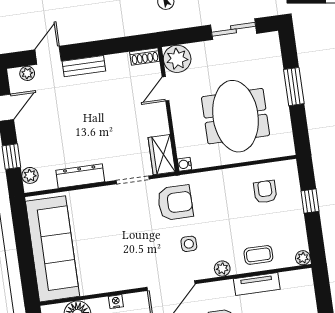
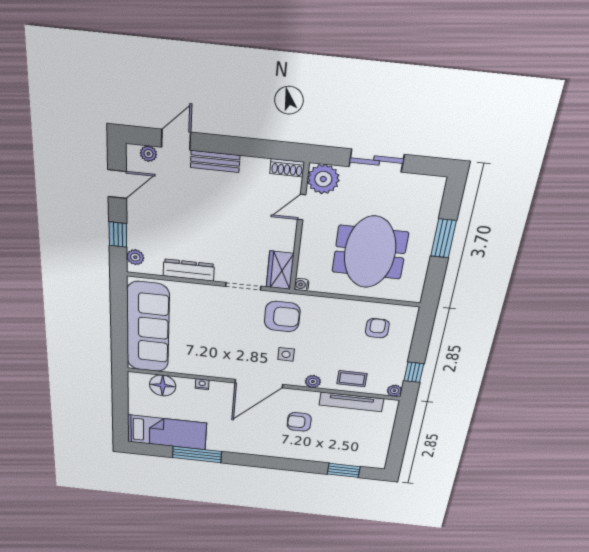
sliding door: (234, 29) -> (377, 161), moved
window: (310, 201) -> (414, 372), moved
tv unit: (257, 284) -> (351, 402), width x1.41

